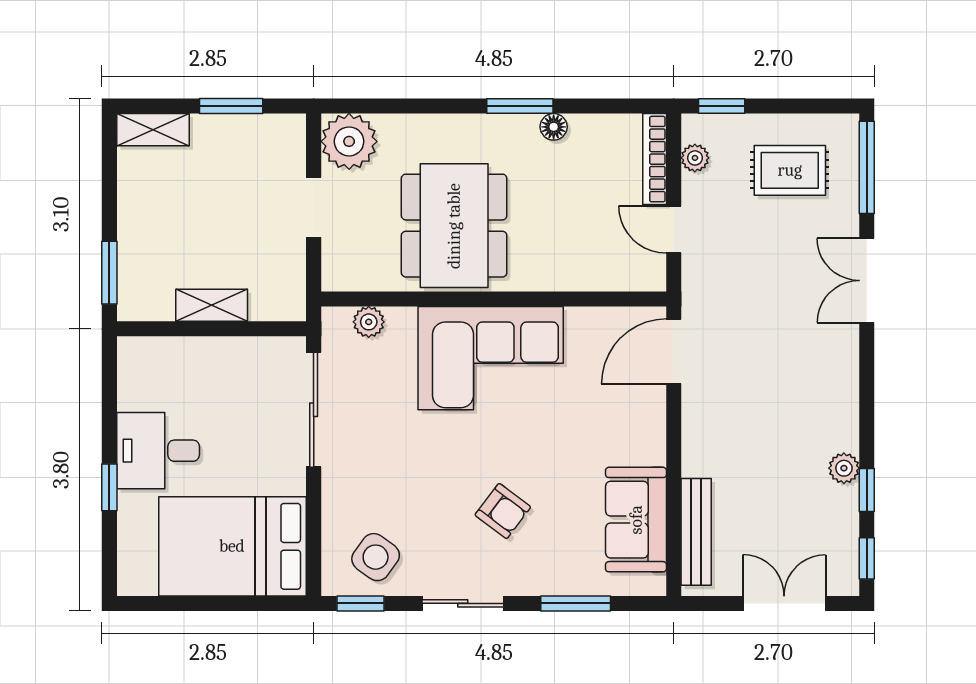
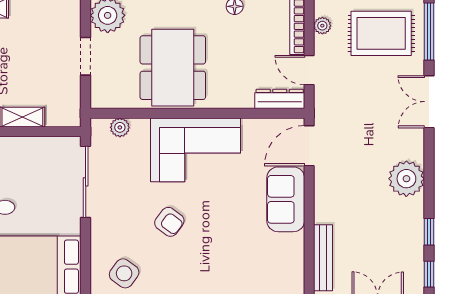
rug: (790, 170) -> (381, 33), width x1.36, depth x1.43
dresser: (626, 276) -> (280, 99), added
plant: (844, 468) -> (406, 179), moved, width x1.88, depth x1.88
armchair: (503, 511) -> (169, 222), moved
sofa: (636, 520) -> (286, 199), moved

